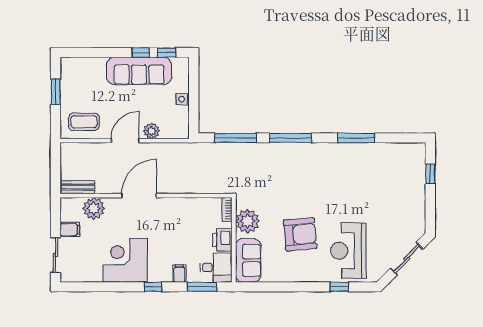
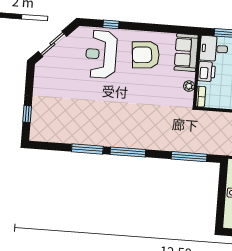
window: (291, 138) -> (128, 152), moved
plant: (247, 221) -> (189, 86), width x0.53, depth x0.53
armchair: (300, 234) -> (146, 55), moved
reception desk: (348, 251) -> (101, 54), turned 180

